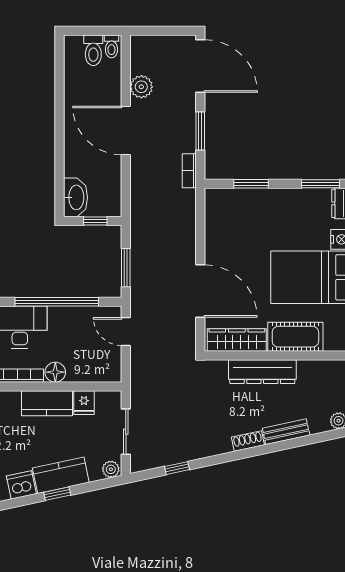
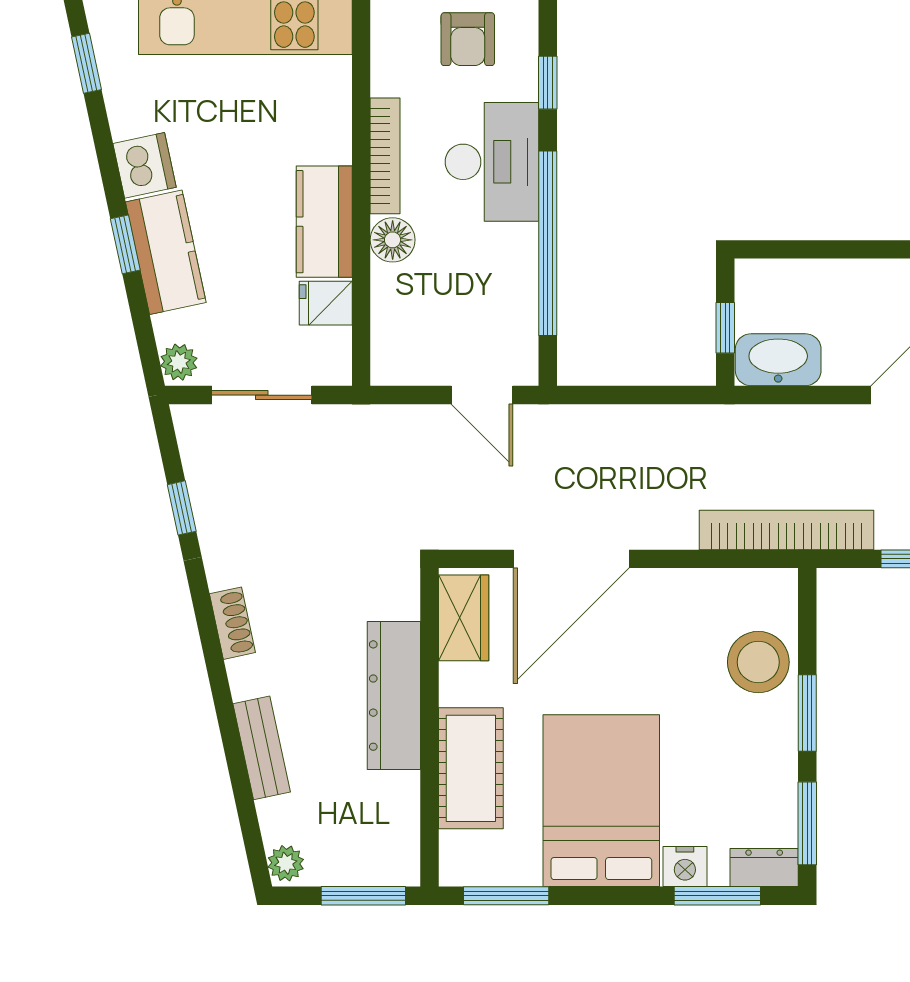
bookcase: (189, 171) -> (787, 530), width x2.31, depth x1.31
window: (251, 184) -> (807, 713), moved
washbasin: (76, 197) -> (778, 360), moved, turned 180
stool: (247, 206) -> (758, 662), added
window: (126, 268) -> (623, 395), removed
door: (126, 332) -> (482, 395), swing flipped
wardrobe: (237, 340) -> (464, 618), width x0.67
shoe rack: (248, 441) -> (232, 623), moved

